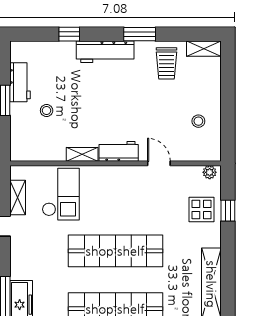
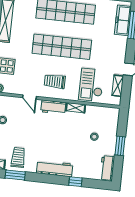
window: (140, 34) -> (15, 175), moved
workbench: (20, 82) -> (107, 168), moved
trolley: (121, 193) -> (55, 81), added

